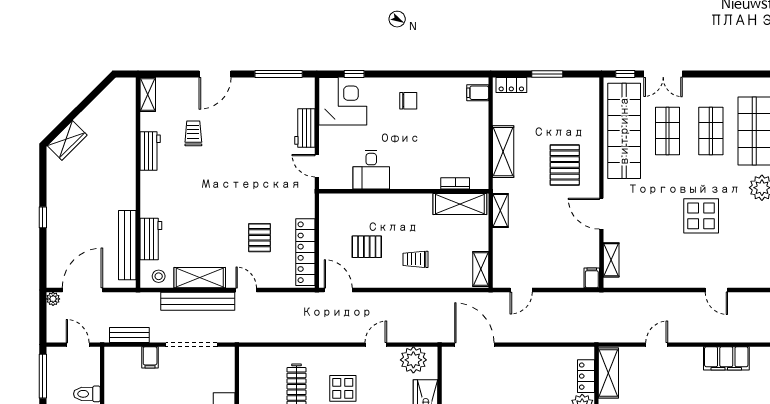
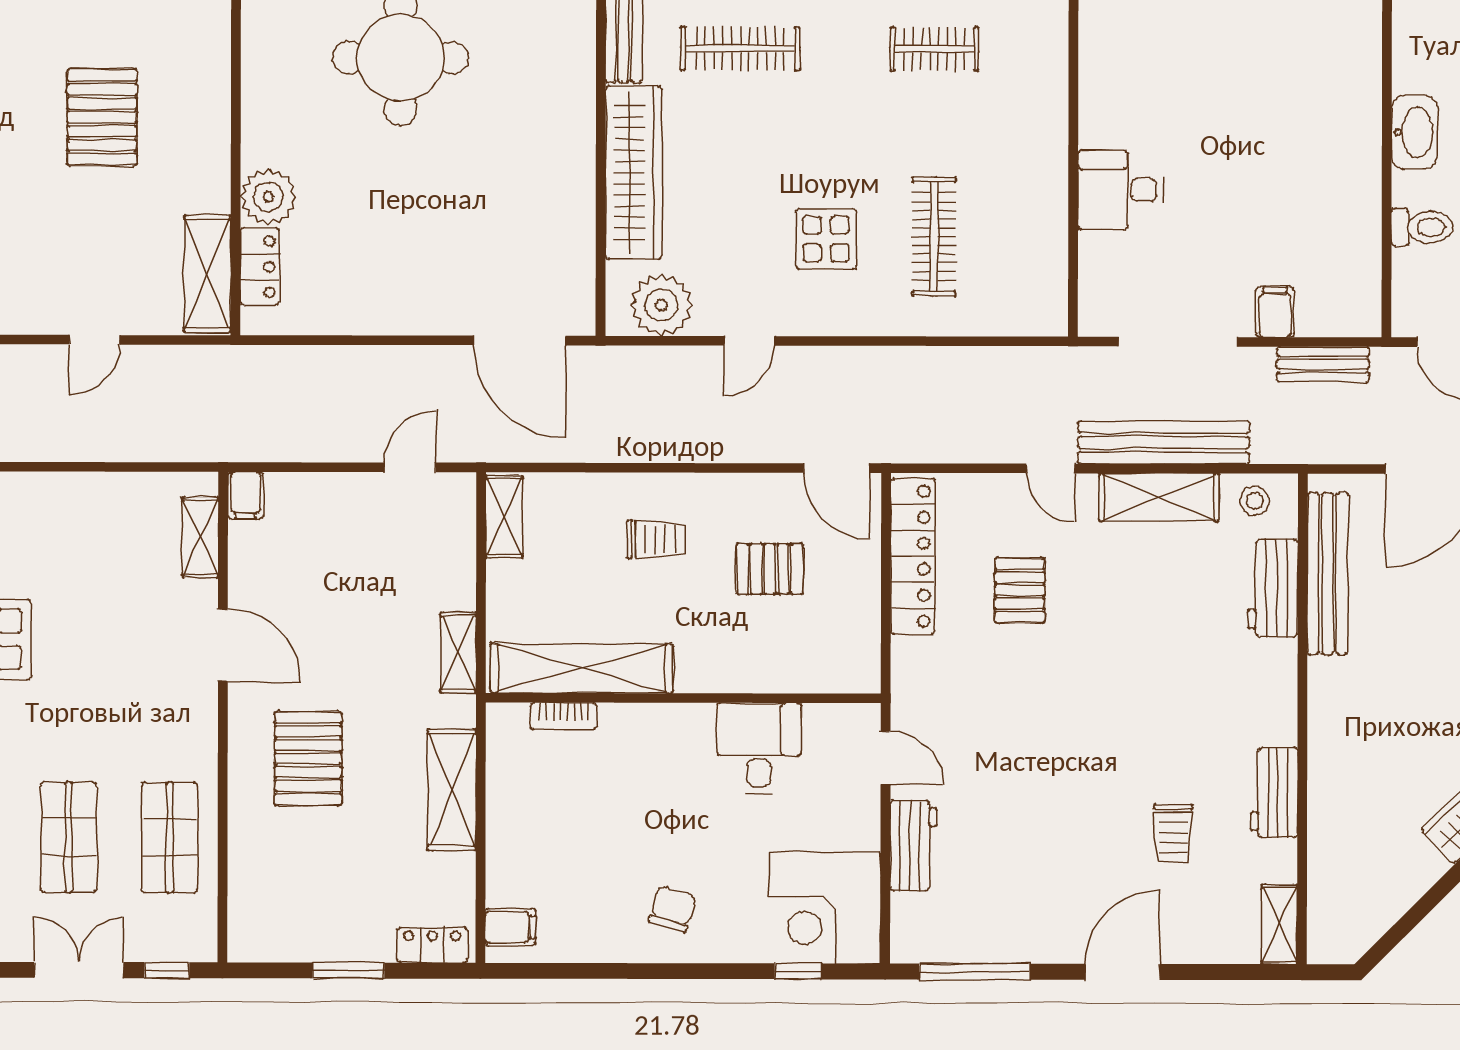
chair: (408, 101) -> (672, 909), turned 107
shop shelf: (624, 131) -> (170, 838), width x0.50, depth x0.74
shelving: (460, 204) -> (582, 668), width x1.47

